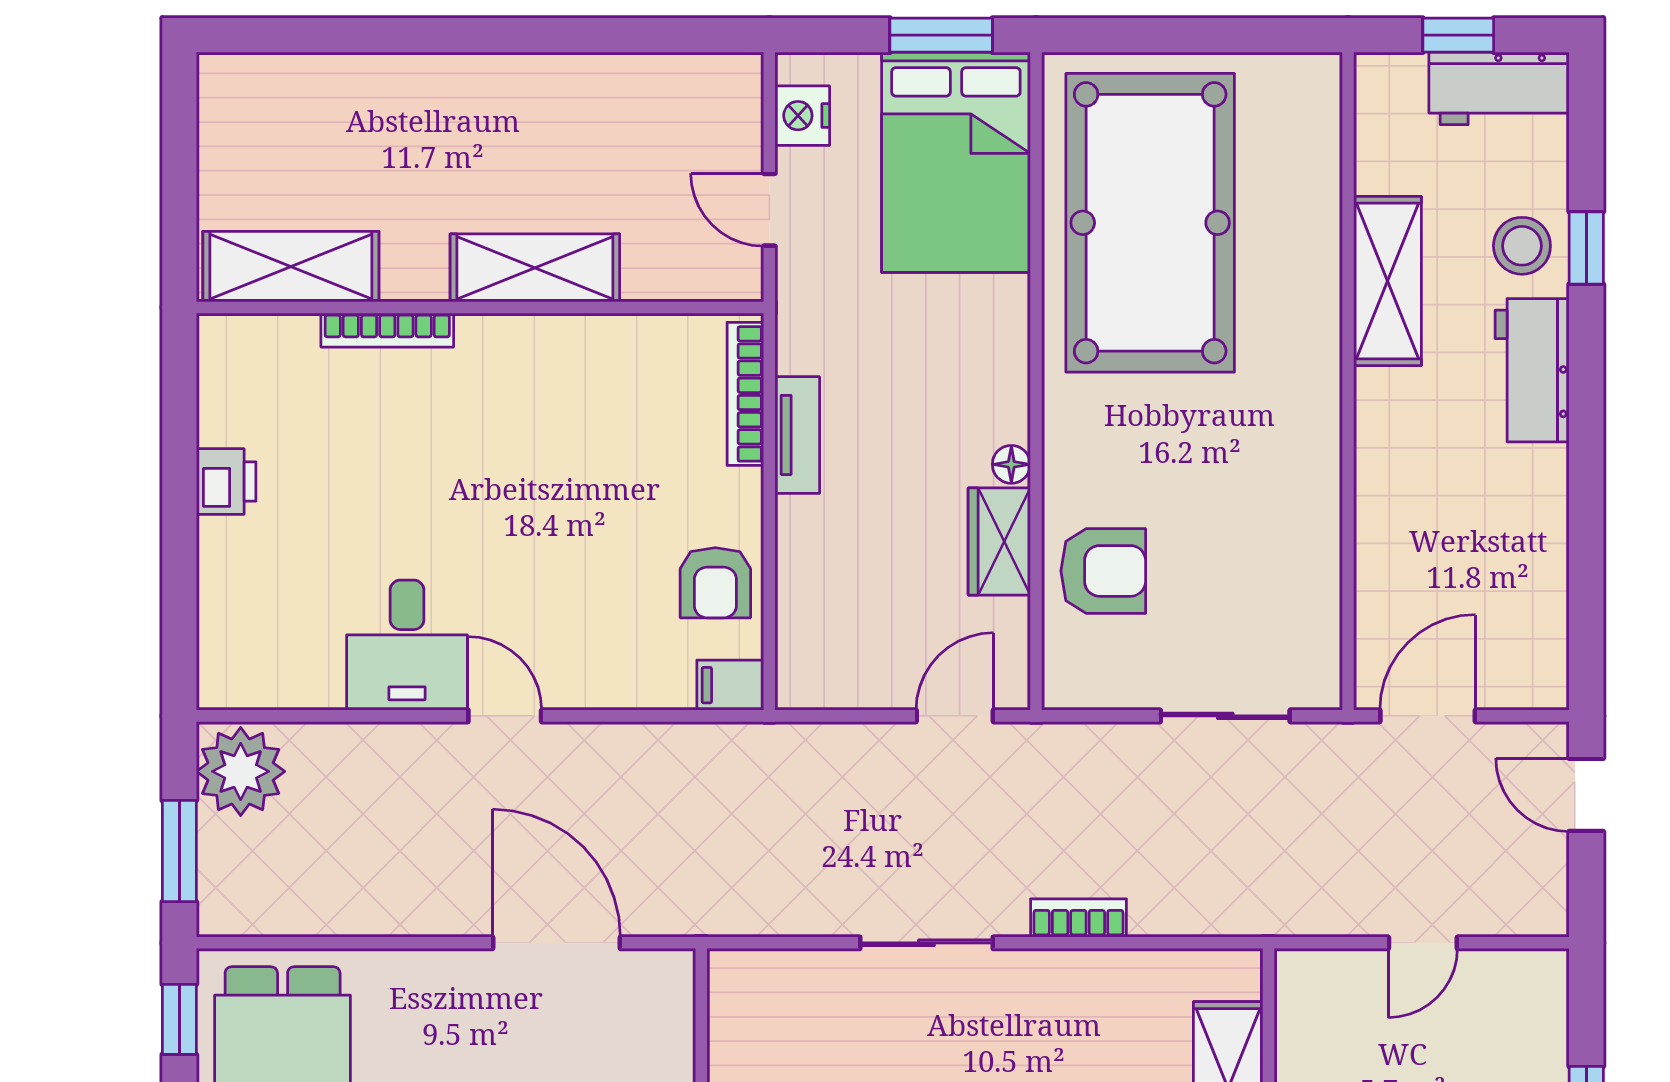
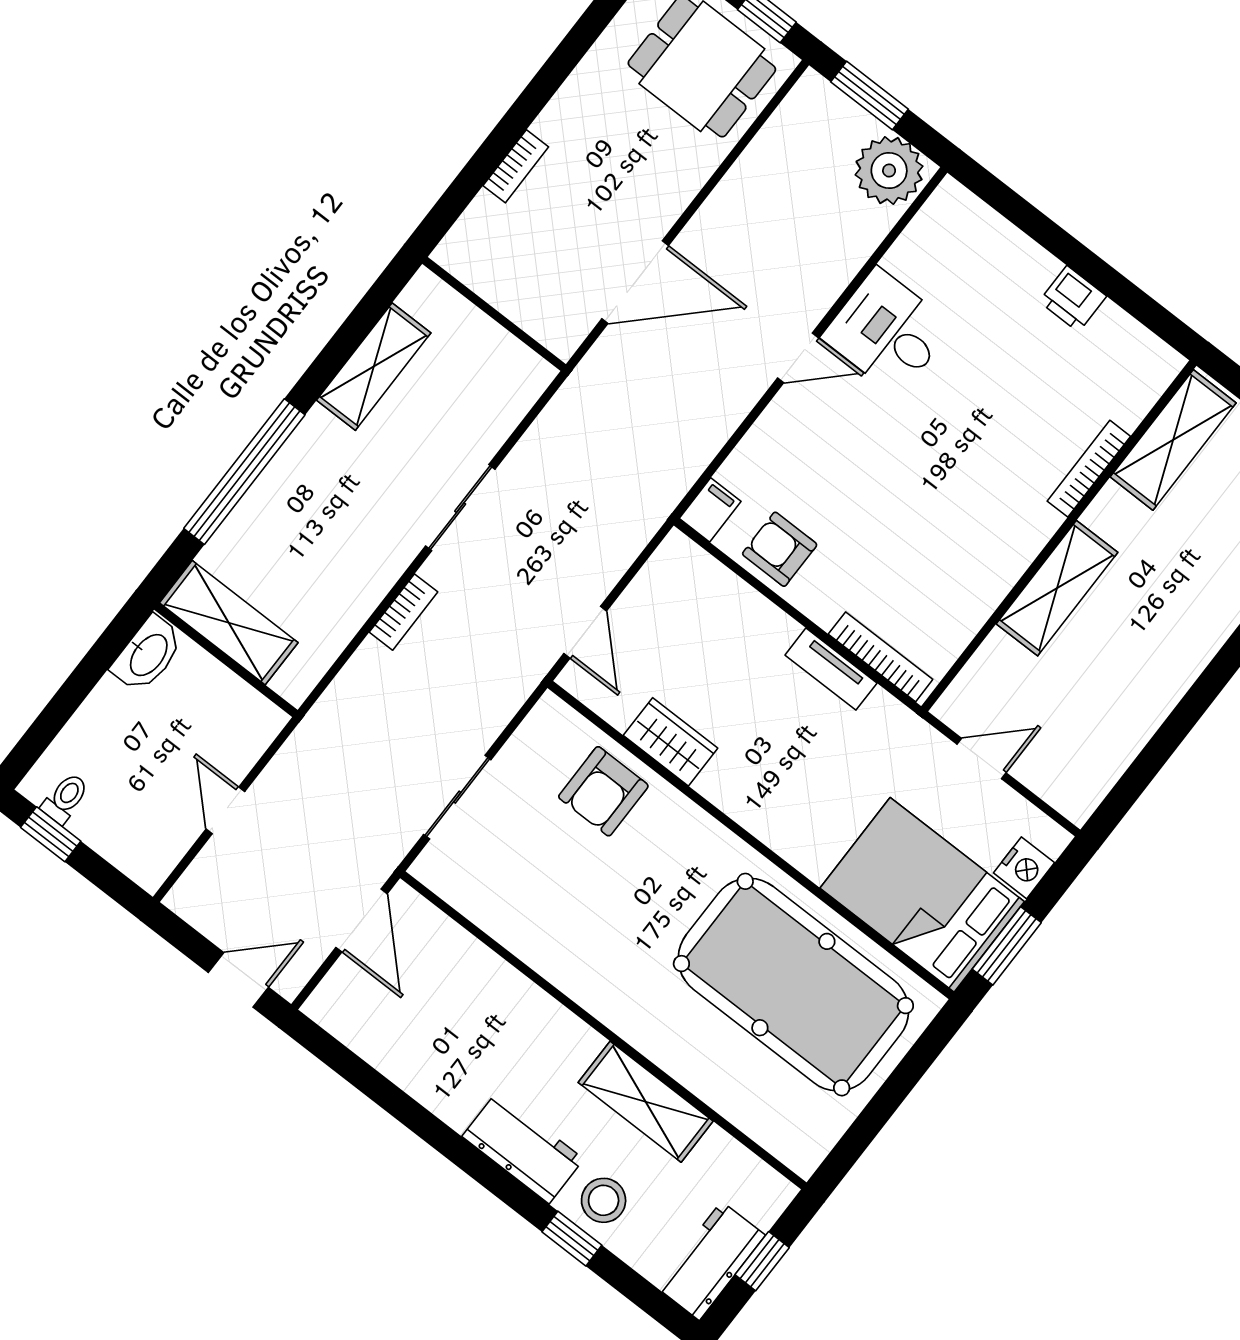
nightstand: (802, 116) -> (1024, 868), moved, turned 90
floor lamp: (1011, 464) -> (712, 786), removed

